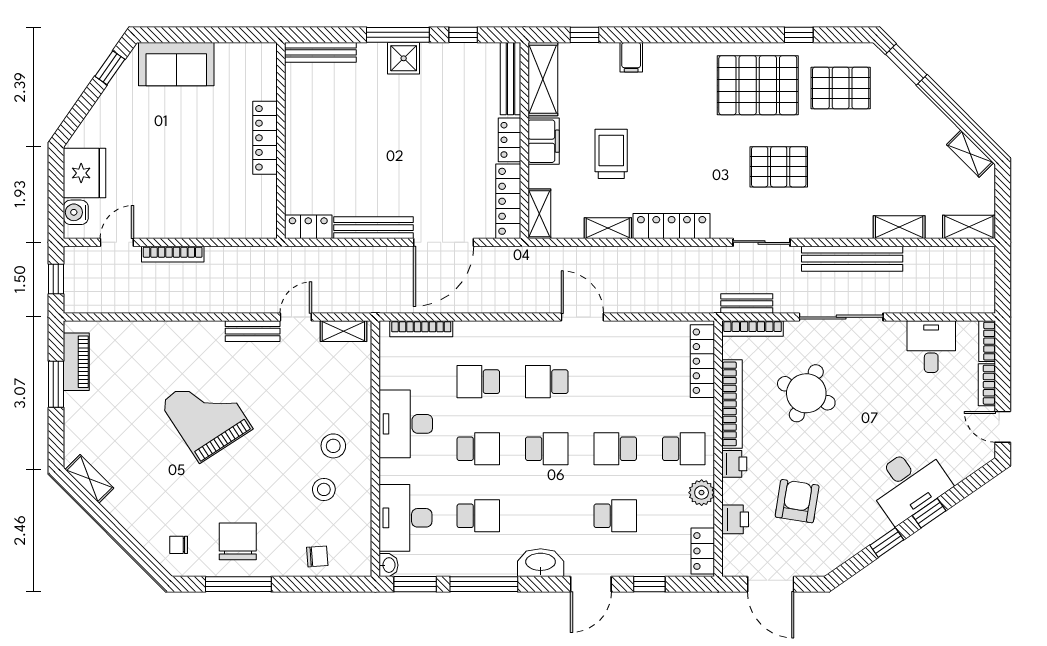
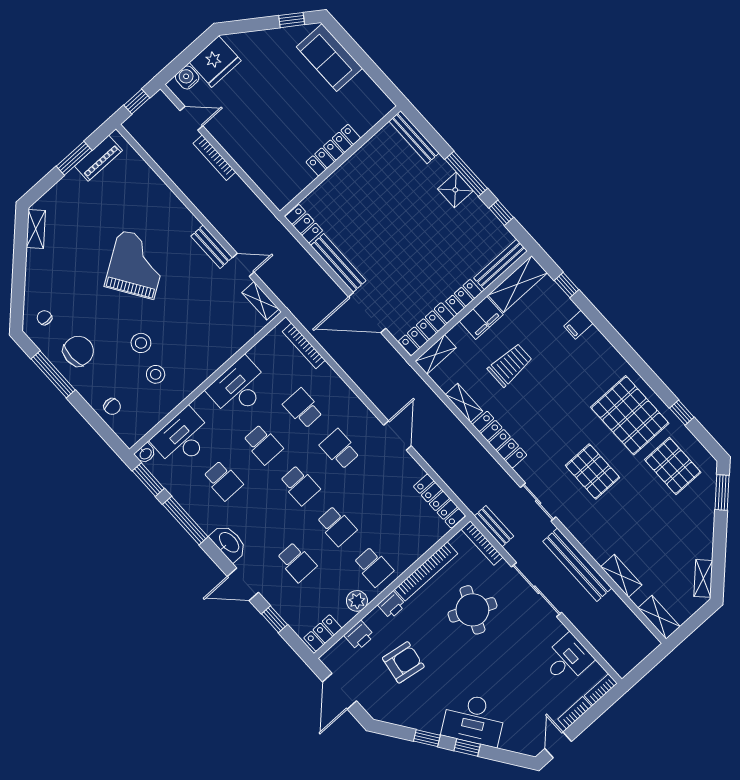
locker: (702, 361) -> (439, 501), moved, turned -90
stool: (333, 446) -> (141, 343), moved
school desk: (615, 449) -> (337, 526), turned 180

